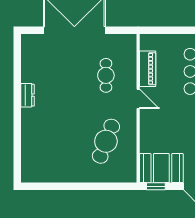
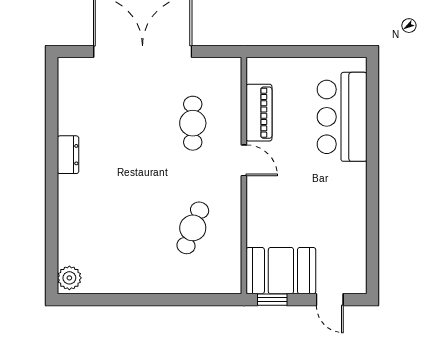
cafe table: (106, 141) -> (193, 228), width x0.73, depth x0.74
plant: (28, 173) -> (69, 278), added

